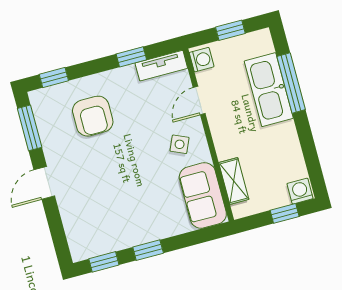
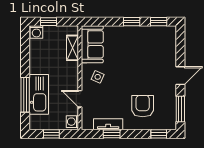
tv unit: (161, 66) -> (108, 124), moved
door: (199, 100) -> (80, 99), swing flipped

